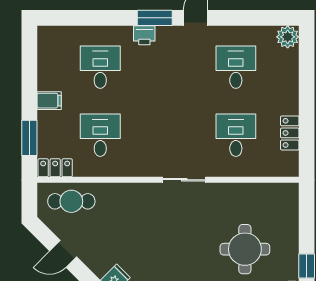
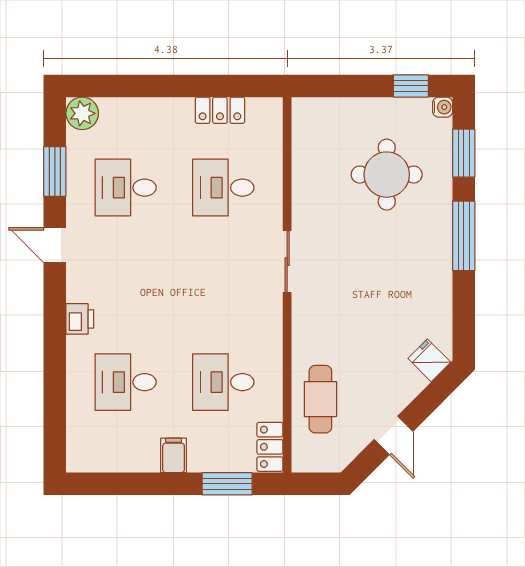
window: (155, 18) -> (55, 171), moved
cafe table: (71, 201) -> (320, 399), moved

